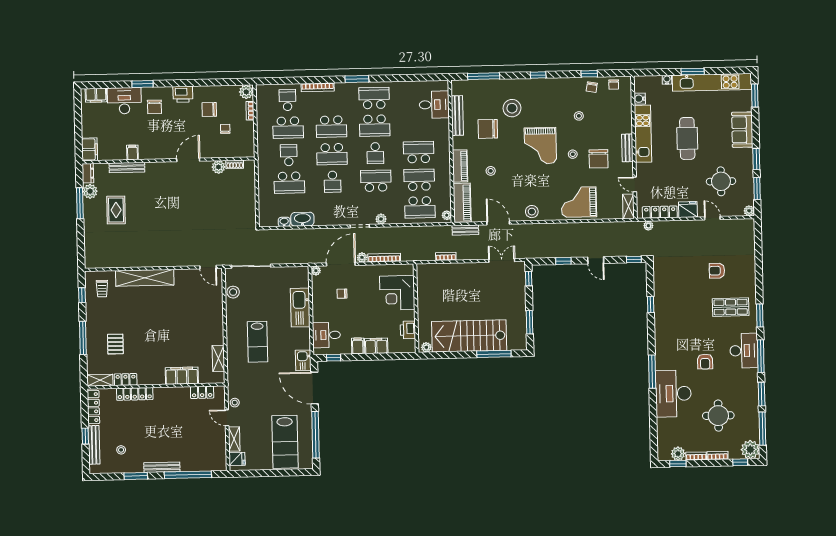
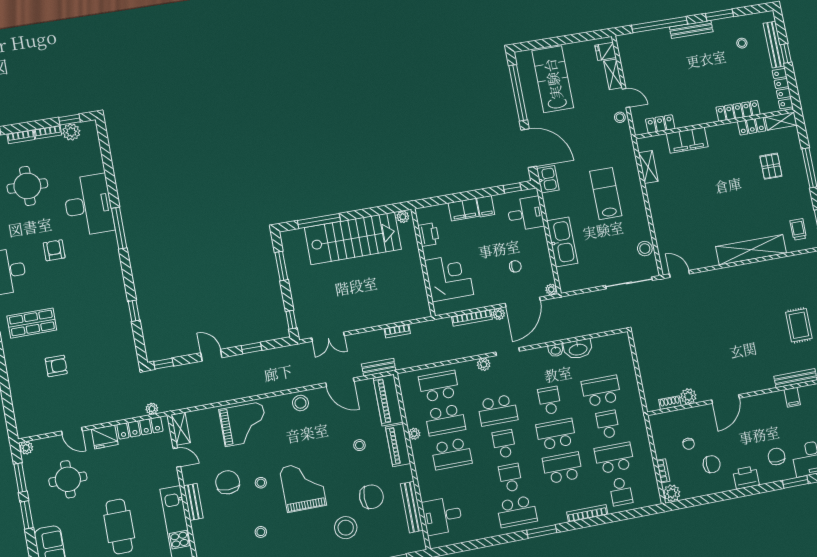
school desk: (375, 126) -> (511, 478), width x0.54
school desk: (289, 155) -> (608, 424), turned 180
plant: (447, 215) -> (414, 434), moved
washbasin: (284, 222) -> (556, 350), moved

